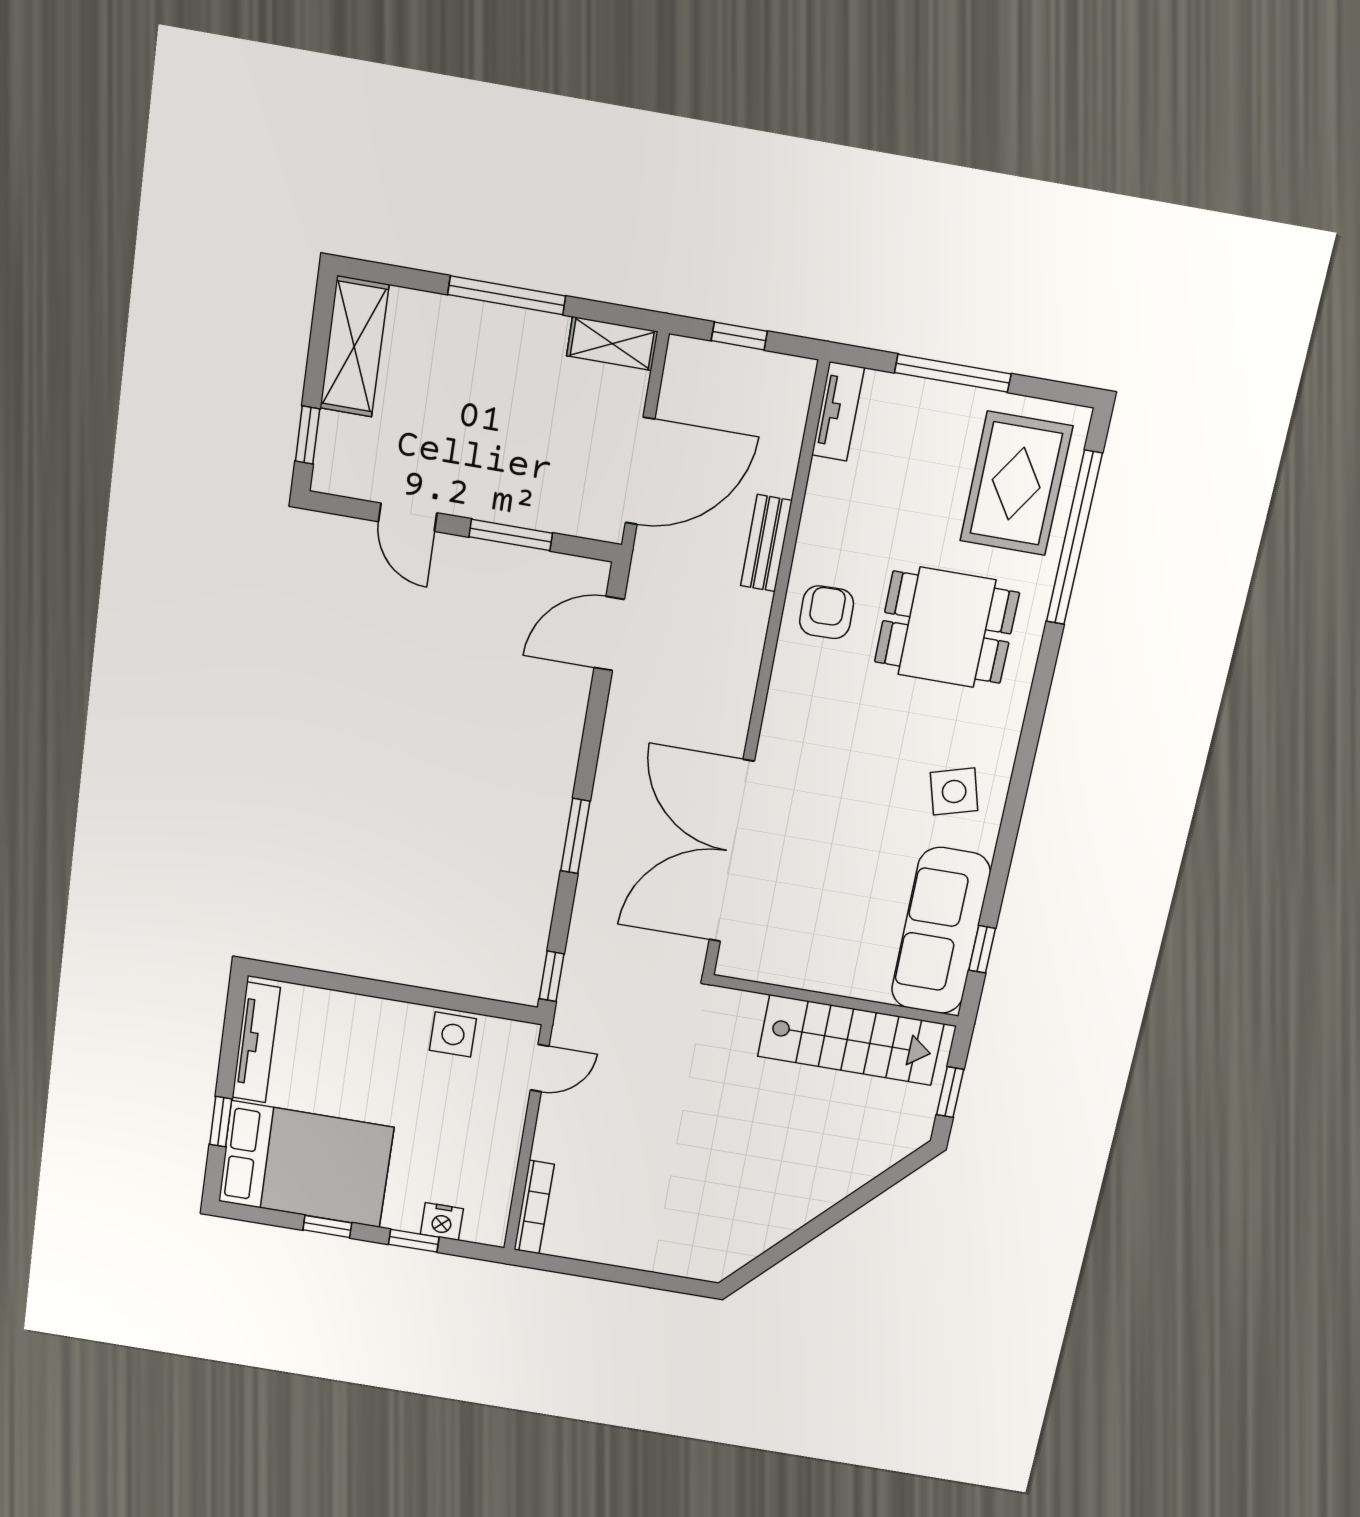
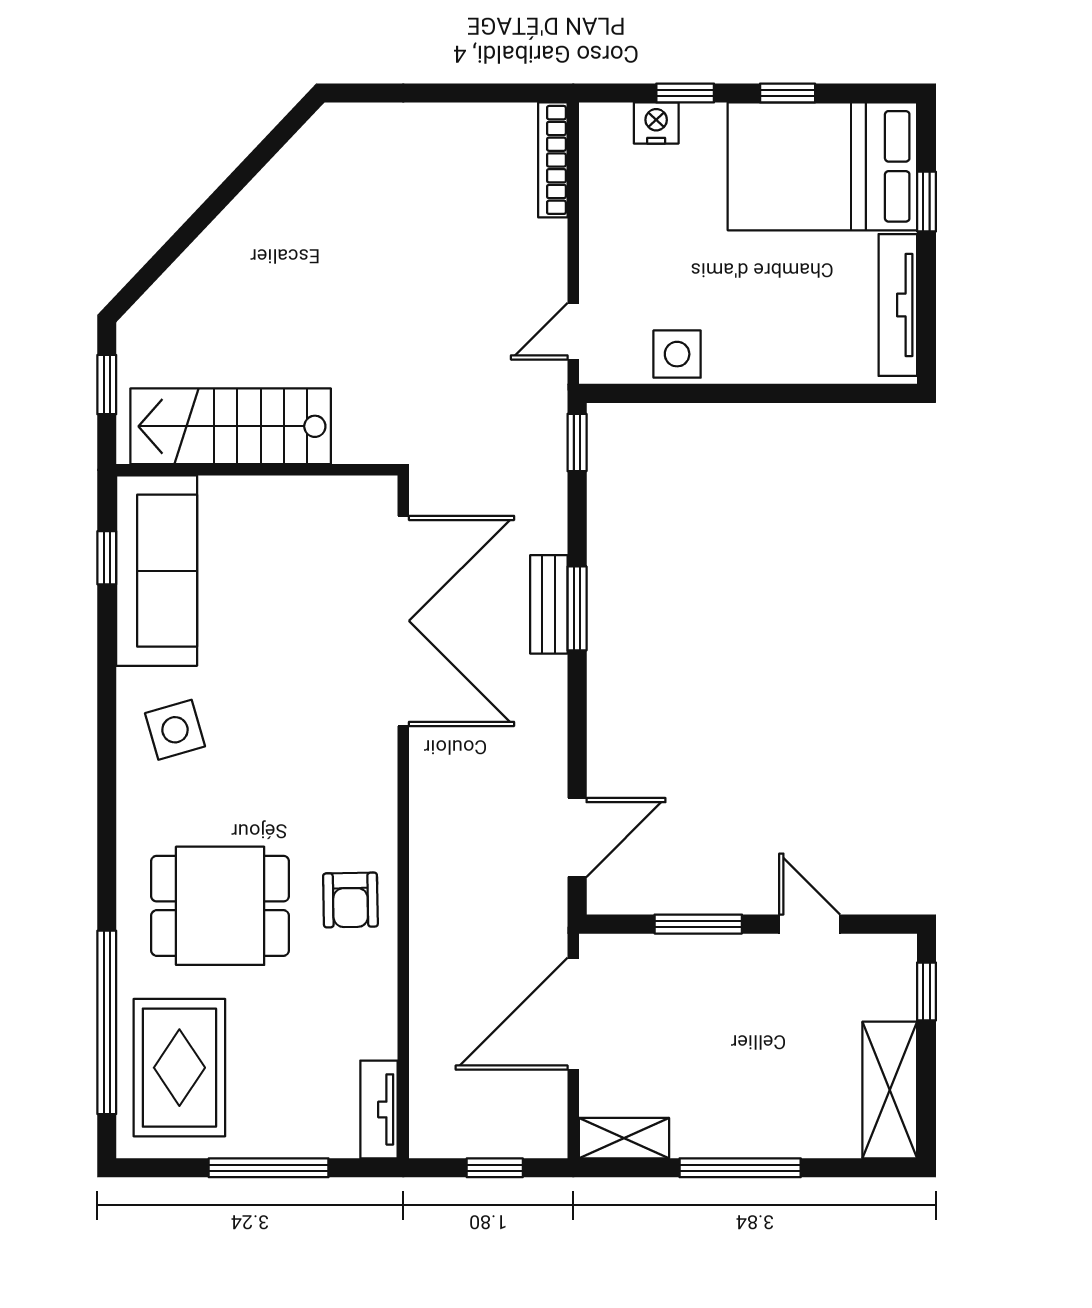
bench: (766, 543) -> (549, 604), moved

